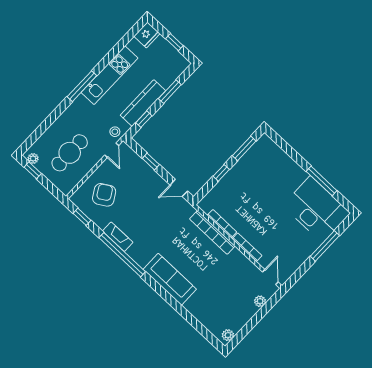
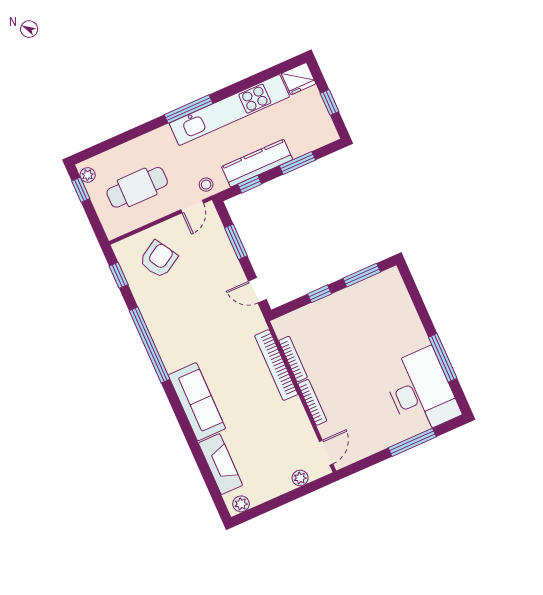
kitchen unit: (110, 75) -> (229, 110), width x1.36
window: (151, 162) -> (236, 242), width x1.50
fireplace: (118, 237) -> (220, 464), moved, width x1.37, depth x1.32

